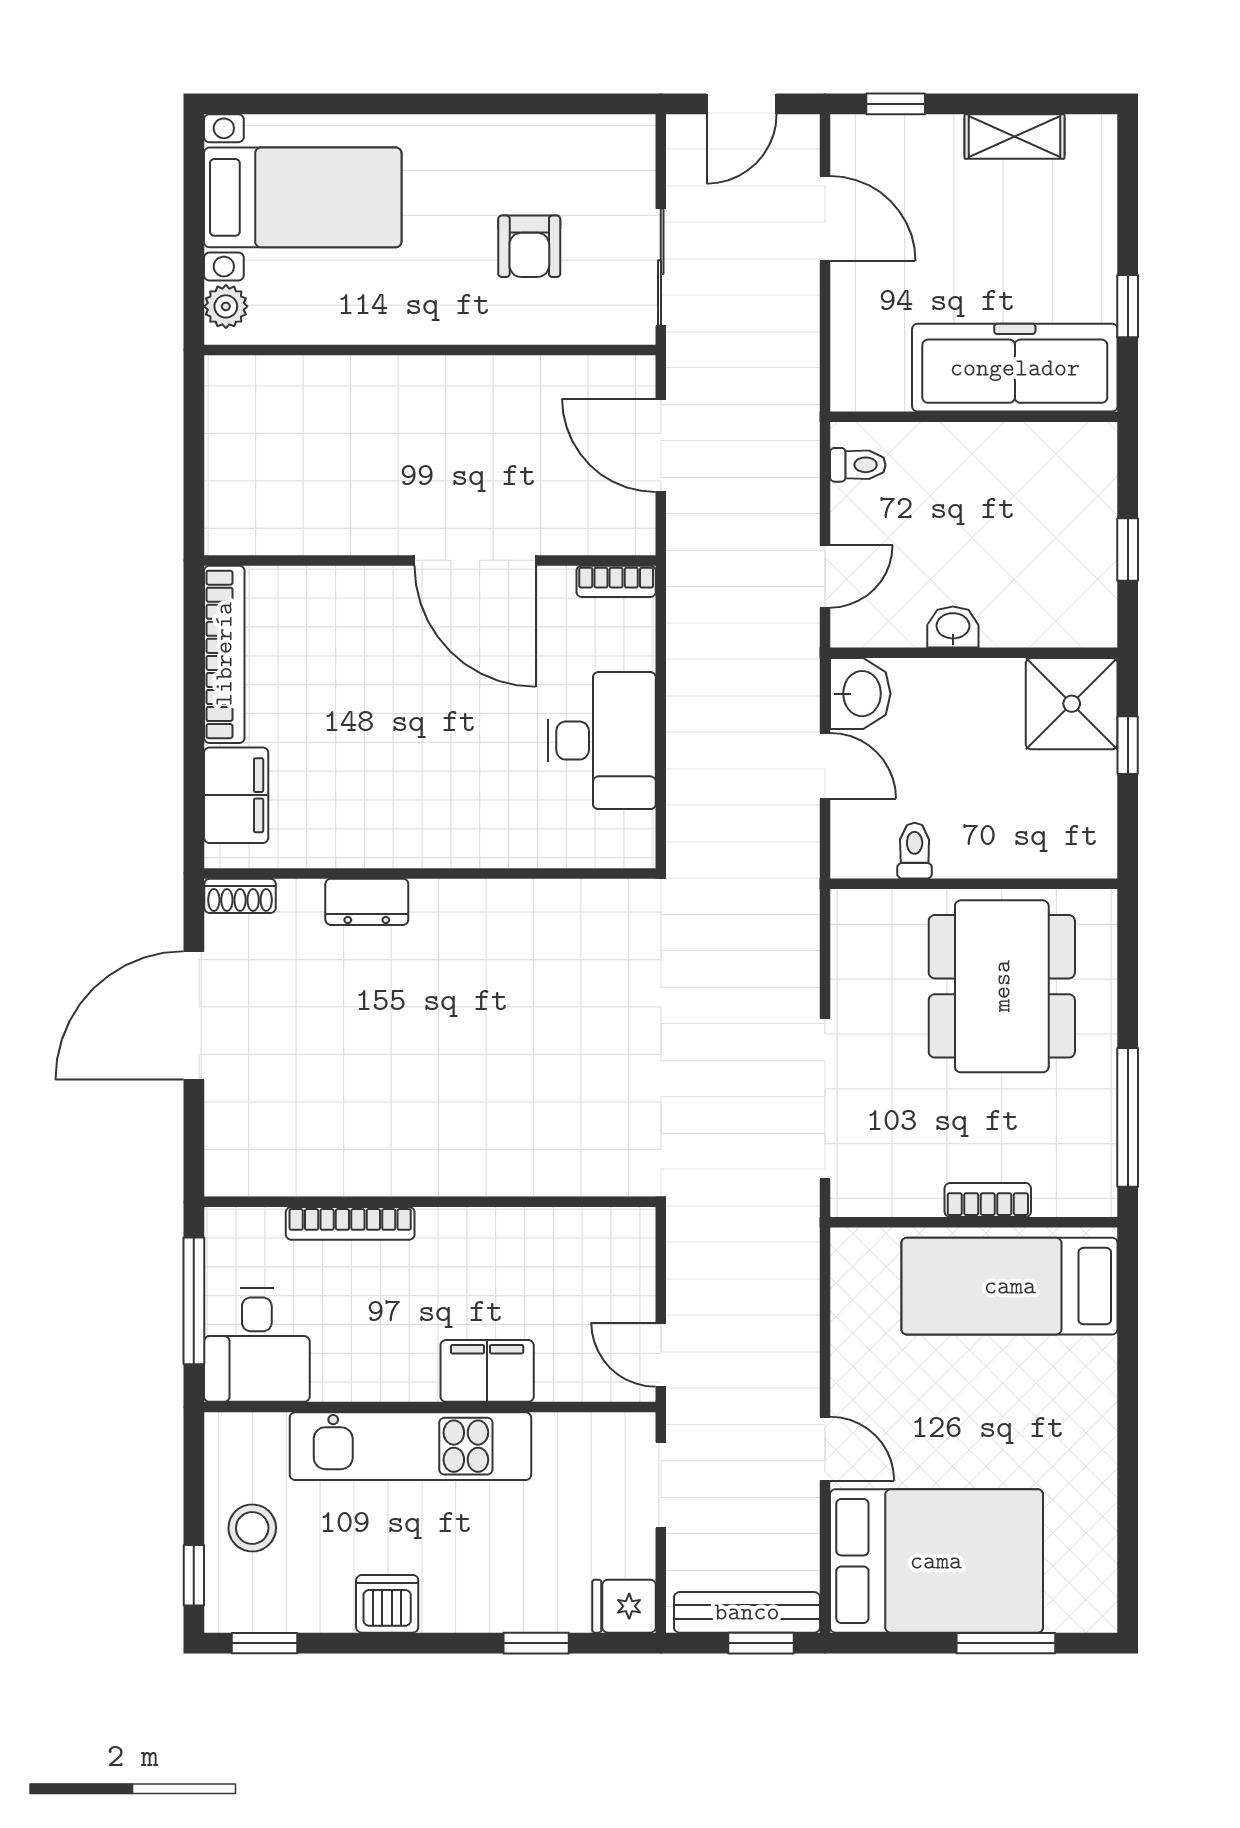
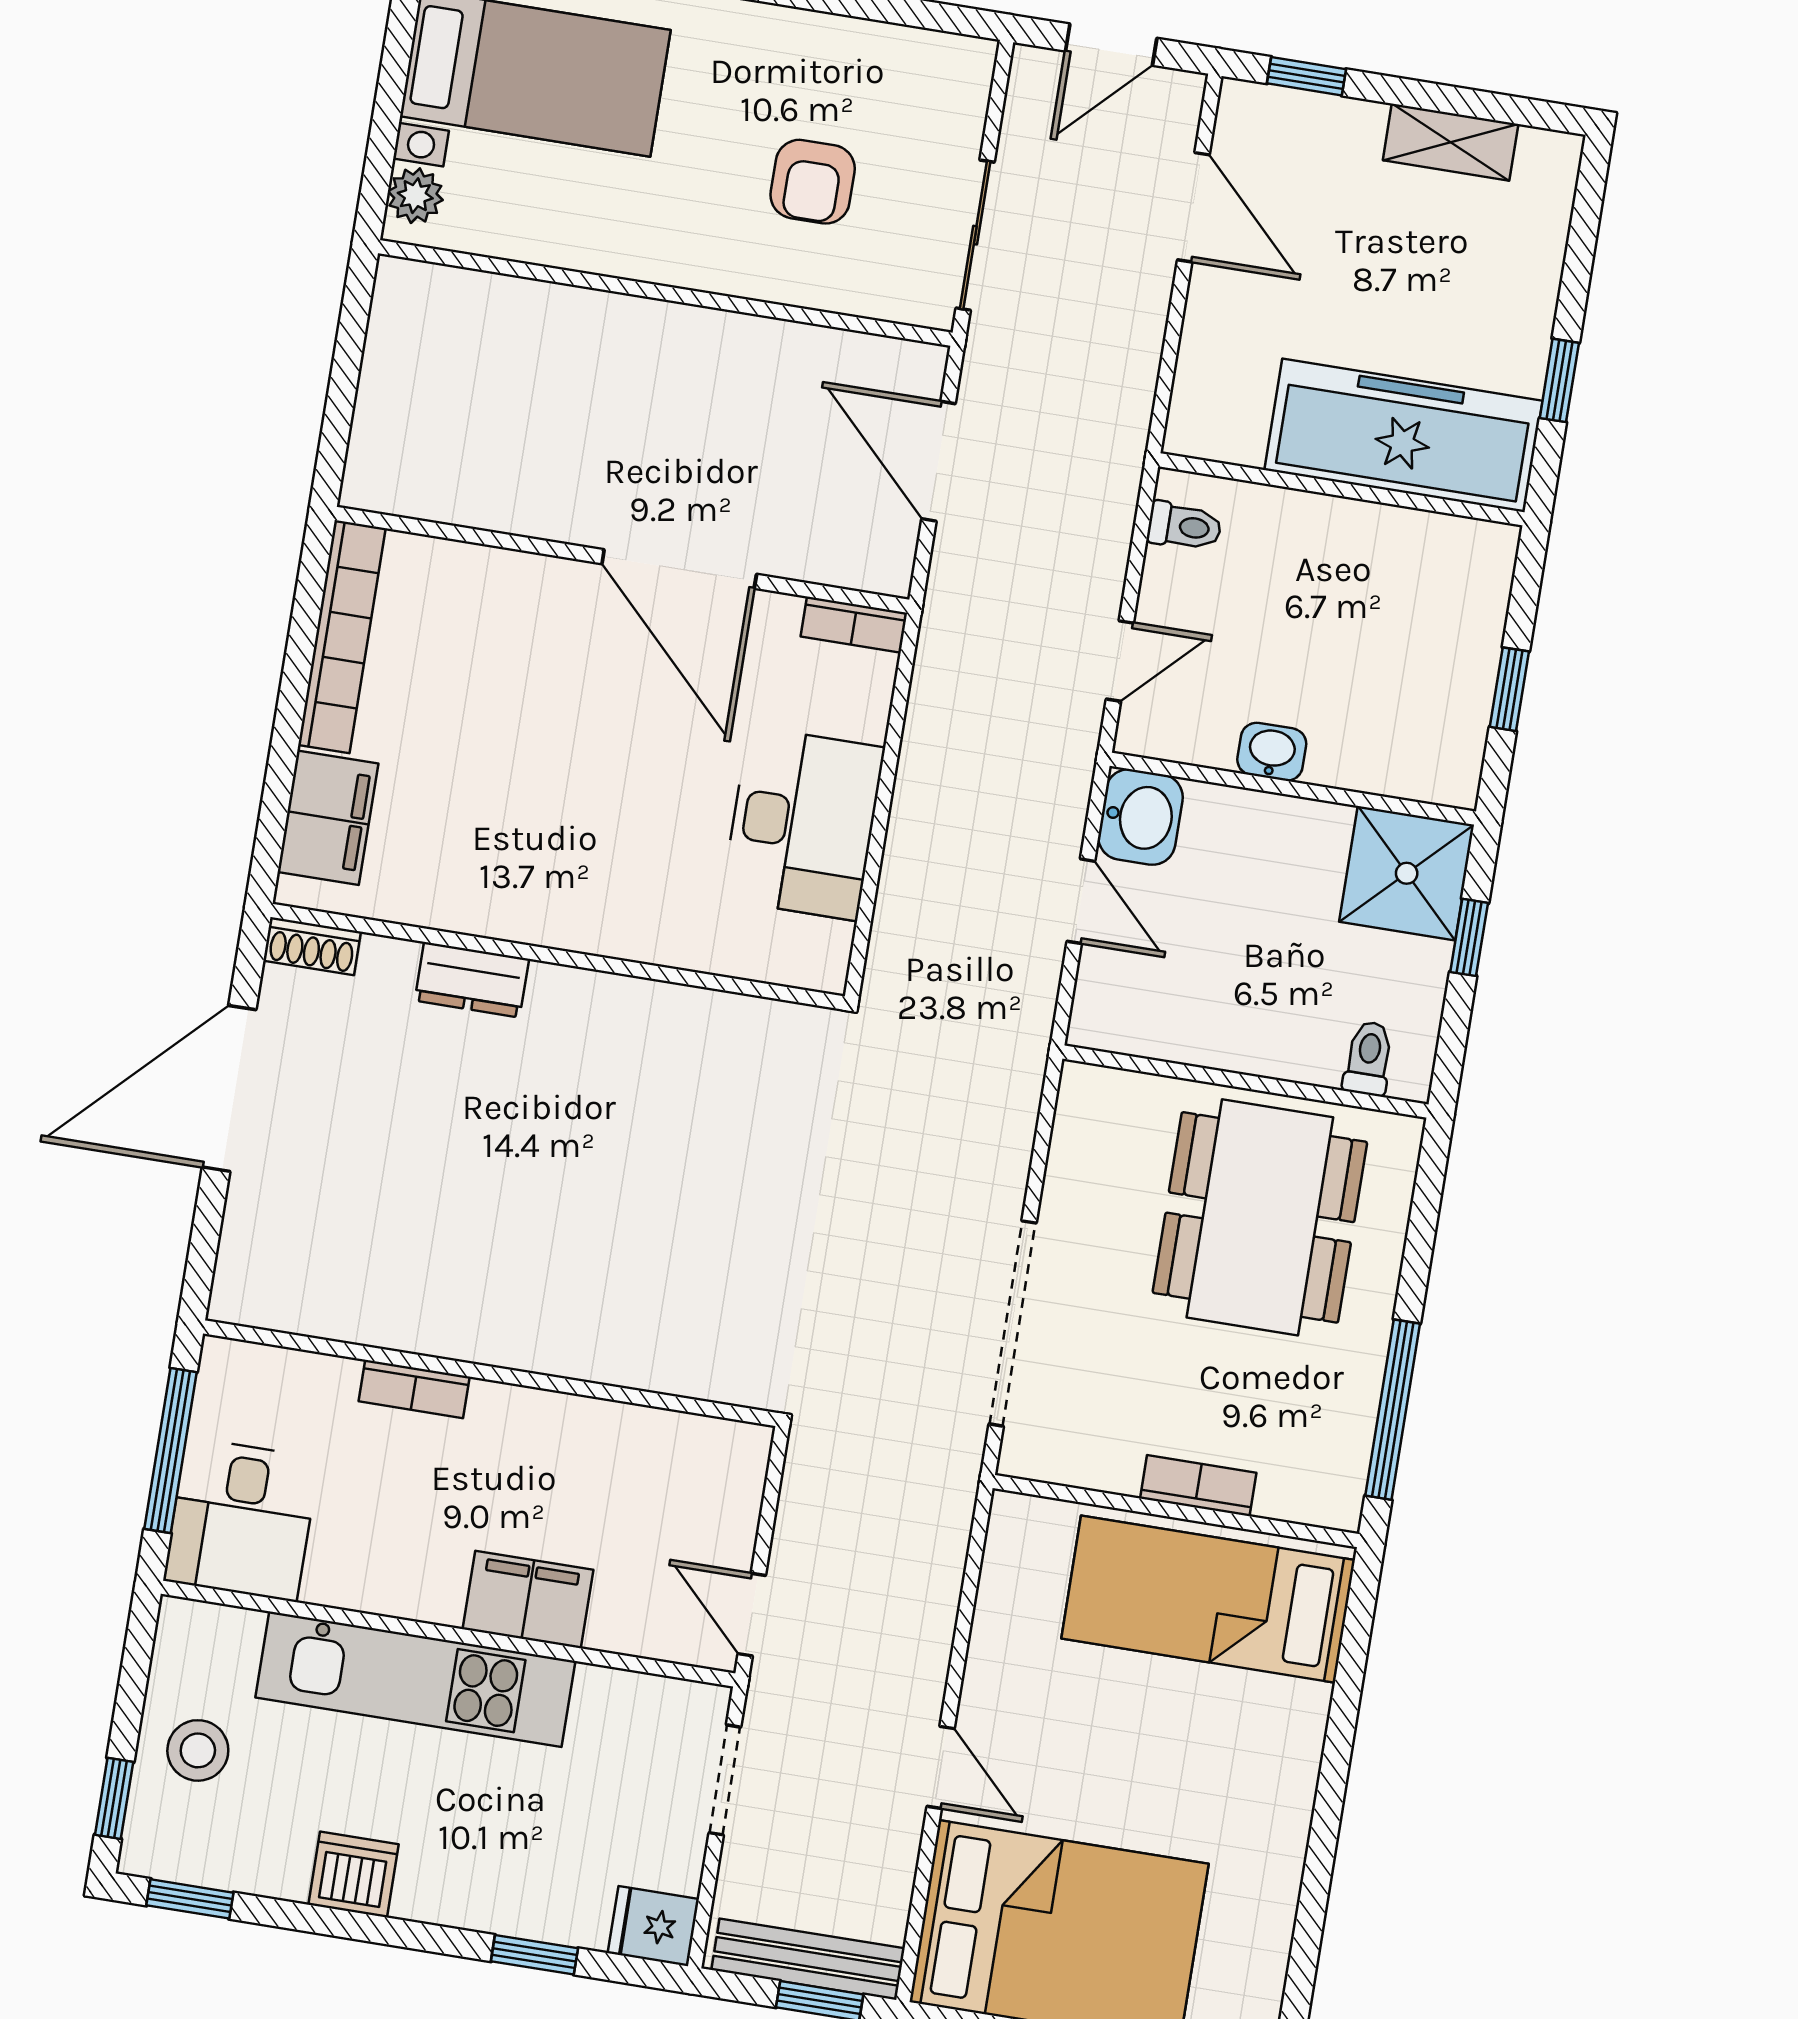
toilet: (915, 851) -> (1368, 1058), moved
bookcase: (350, 1223) -> (414, 1389), width x0.64

